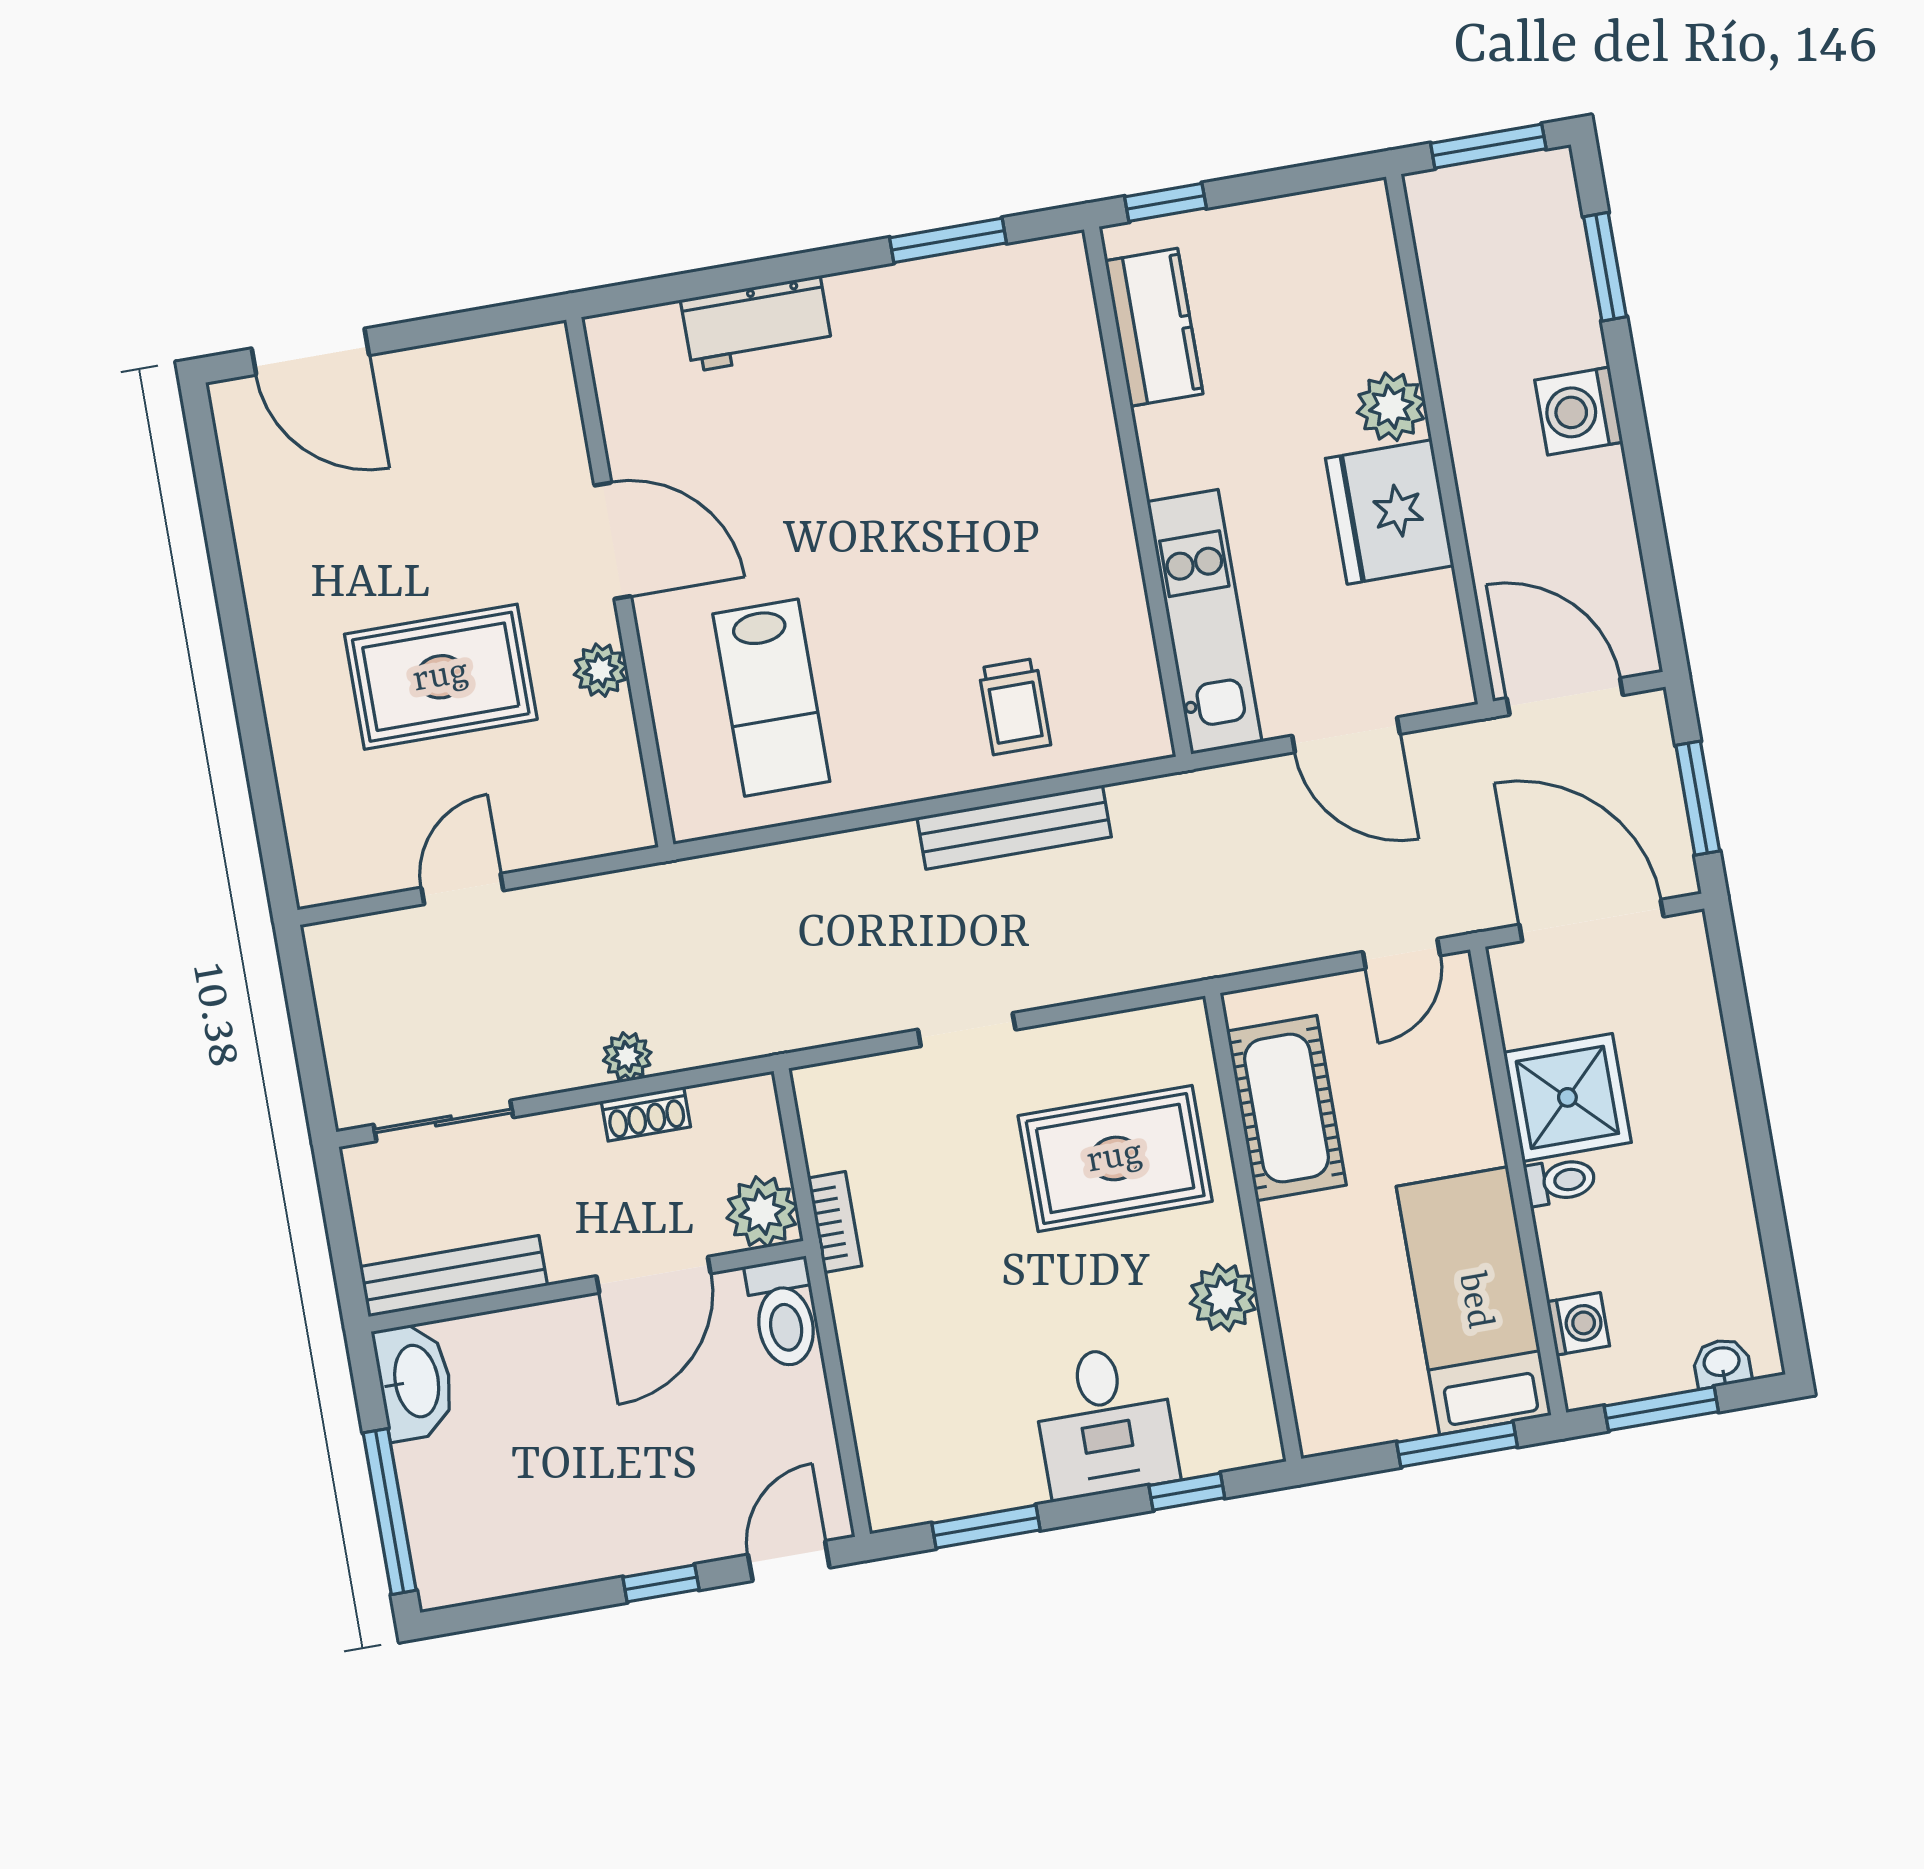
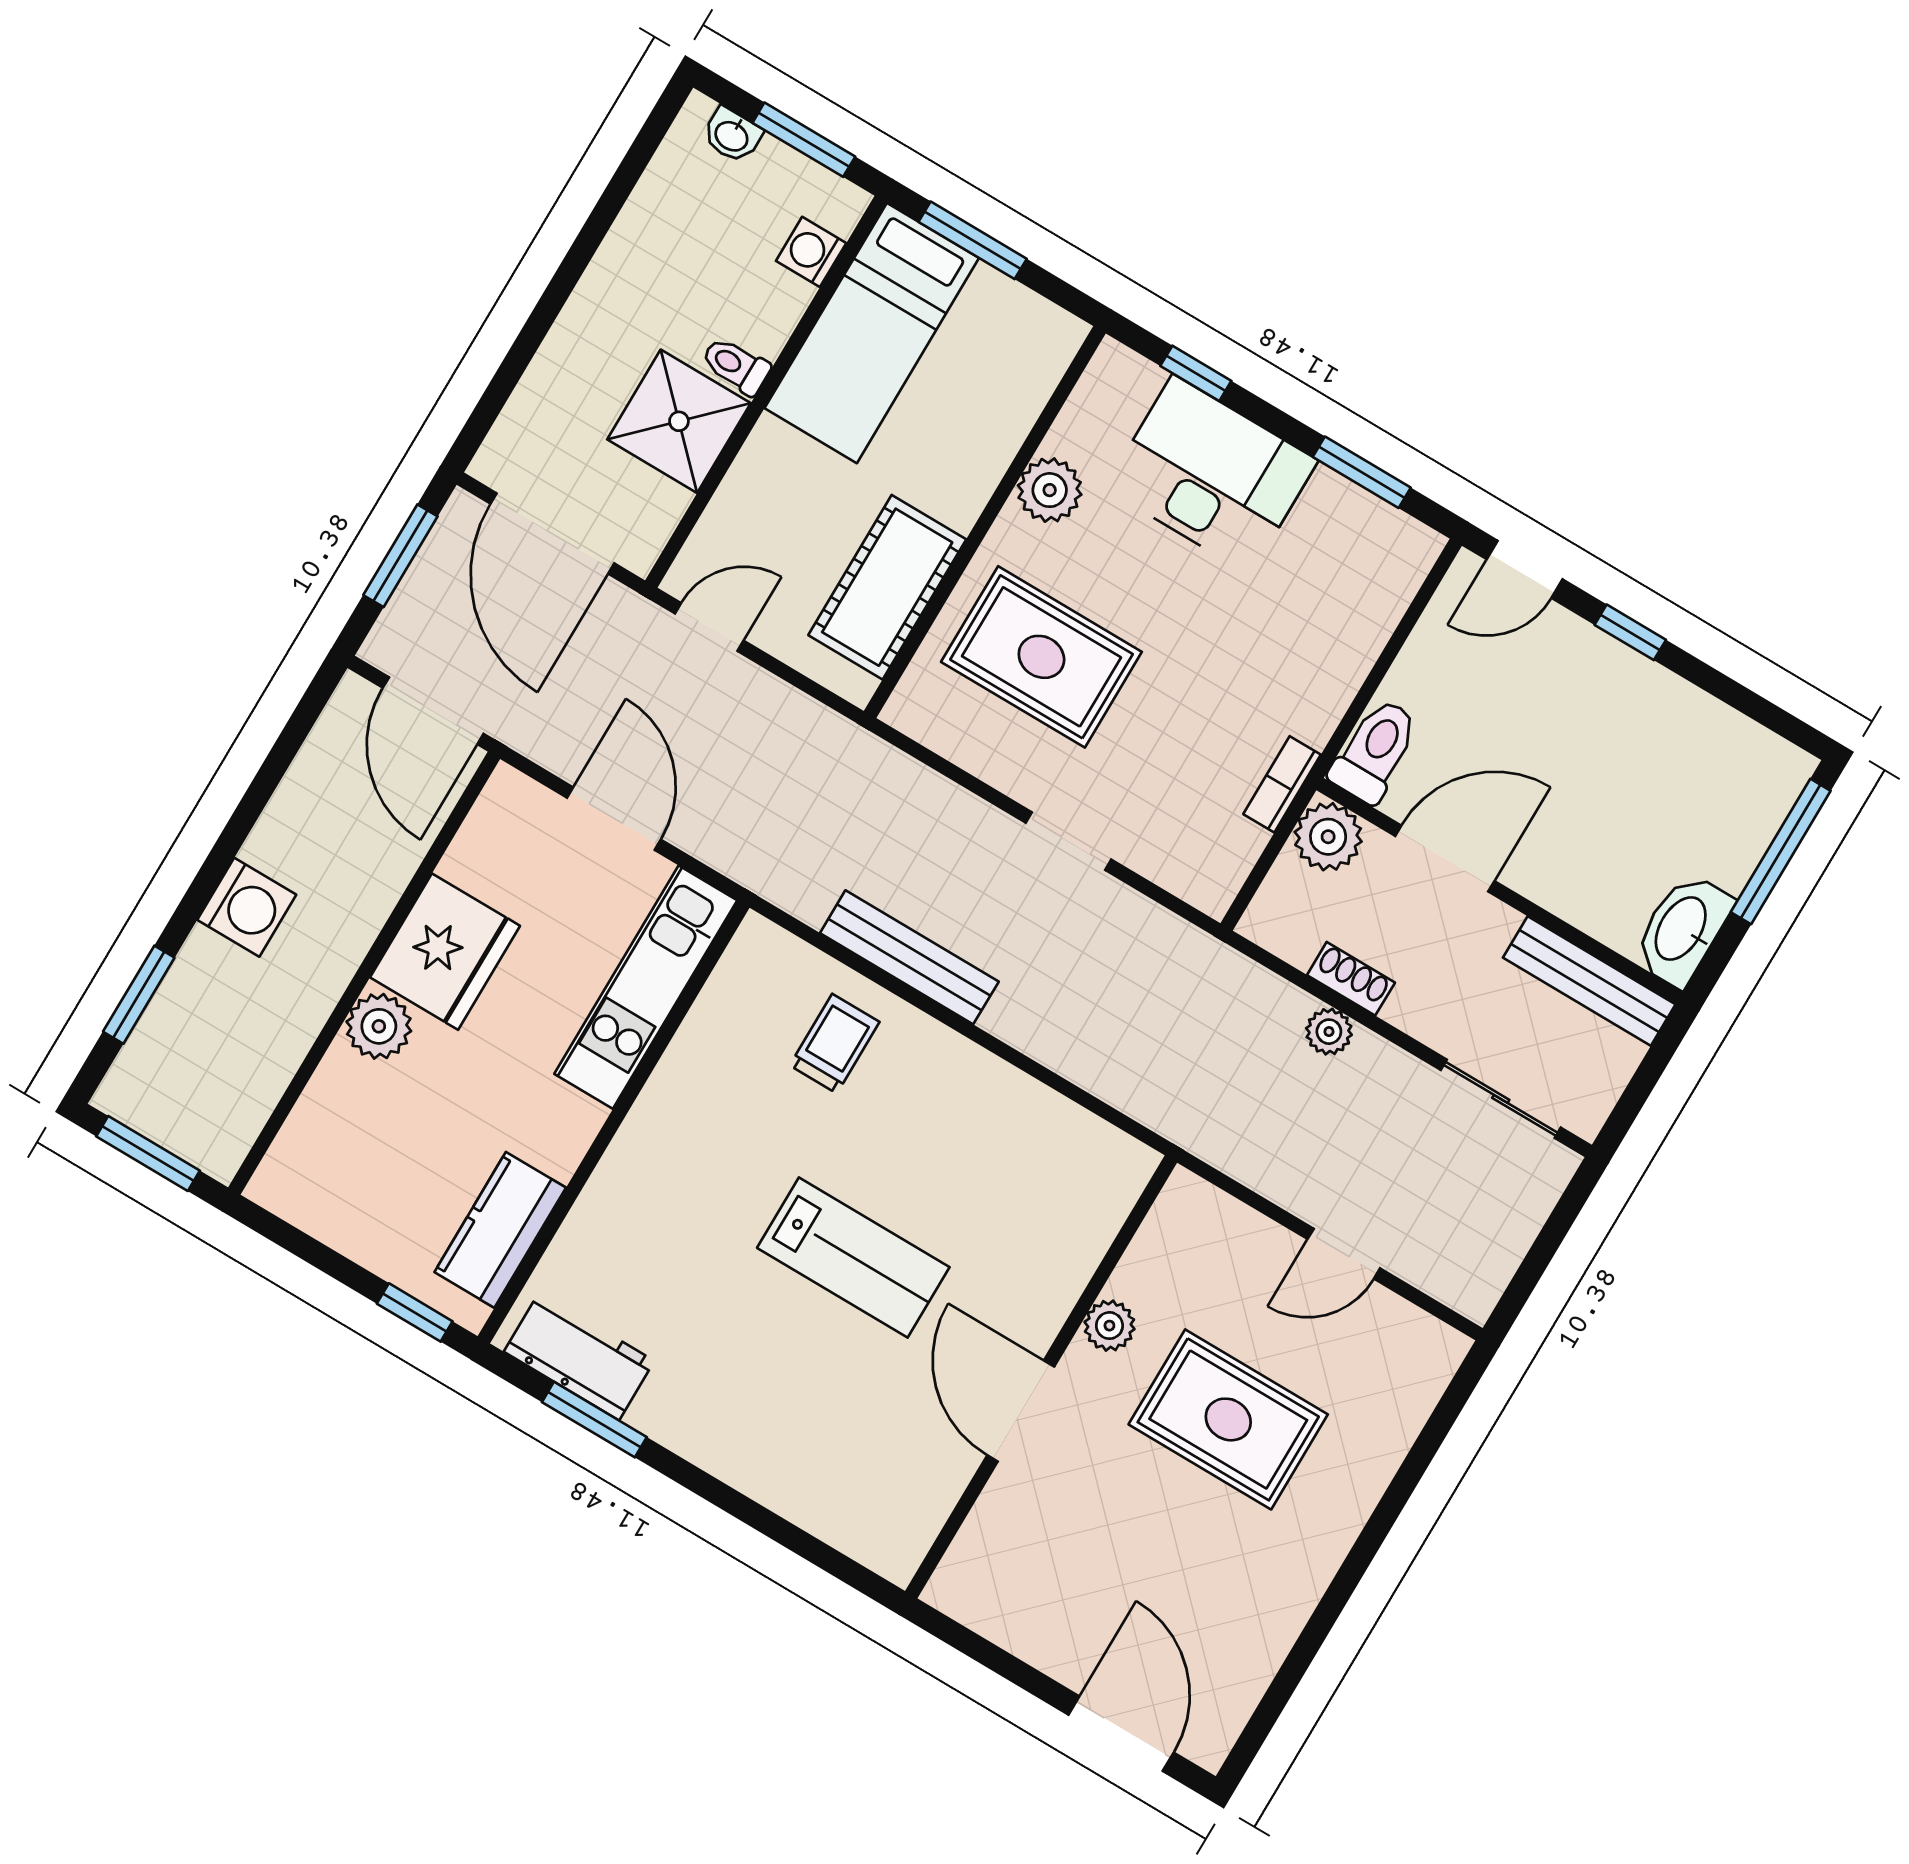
workbench: (756, 324) -> (579, 1356), moved
lab bench: (771, 698) -> (853, 1258), moved, turned 90
desk: (1105, 1421) -> (1211, 474), width x1.37

